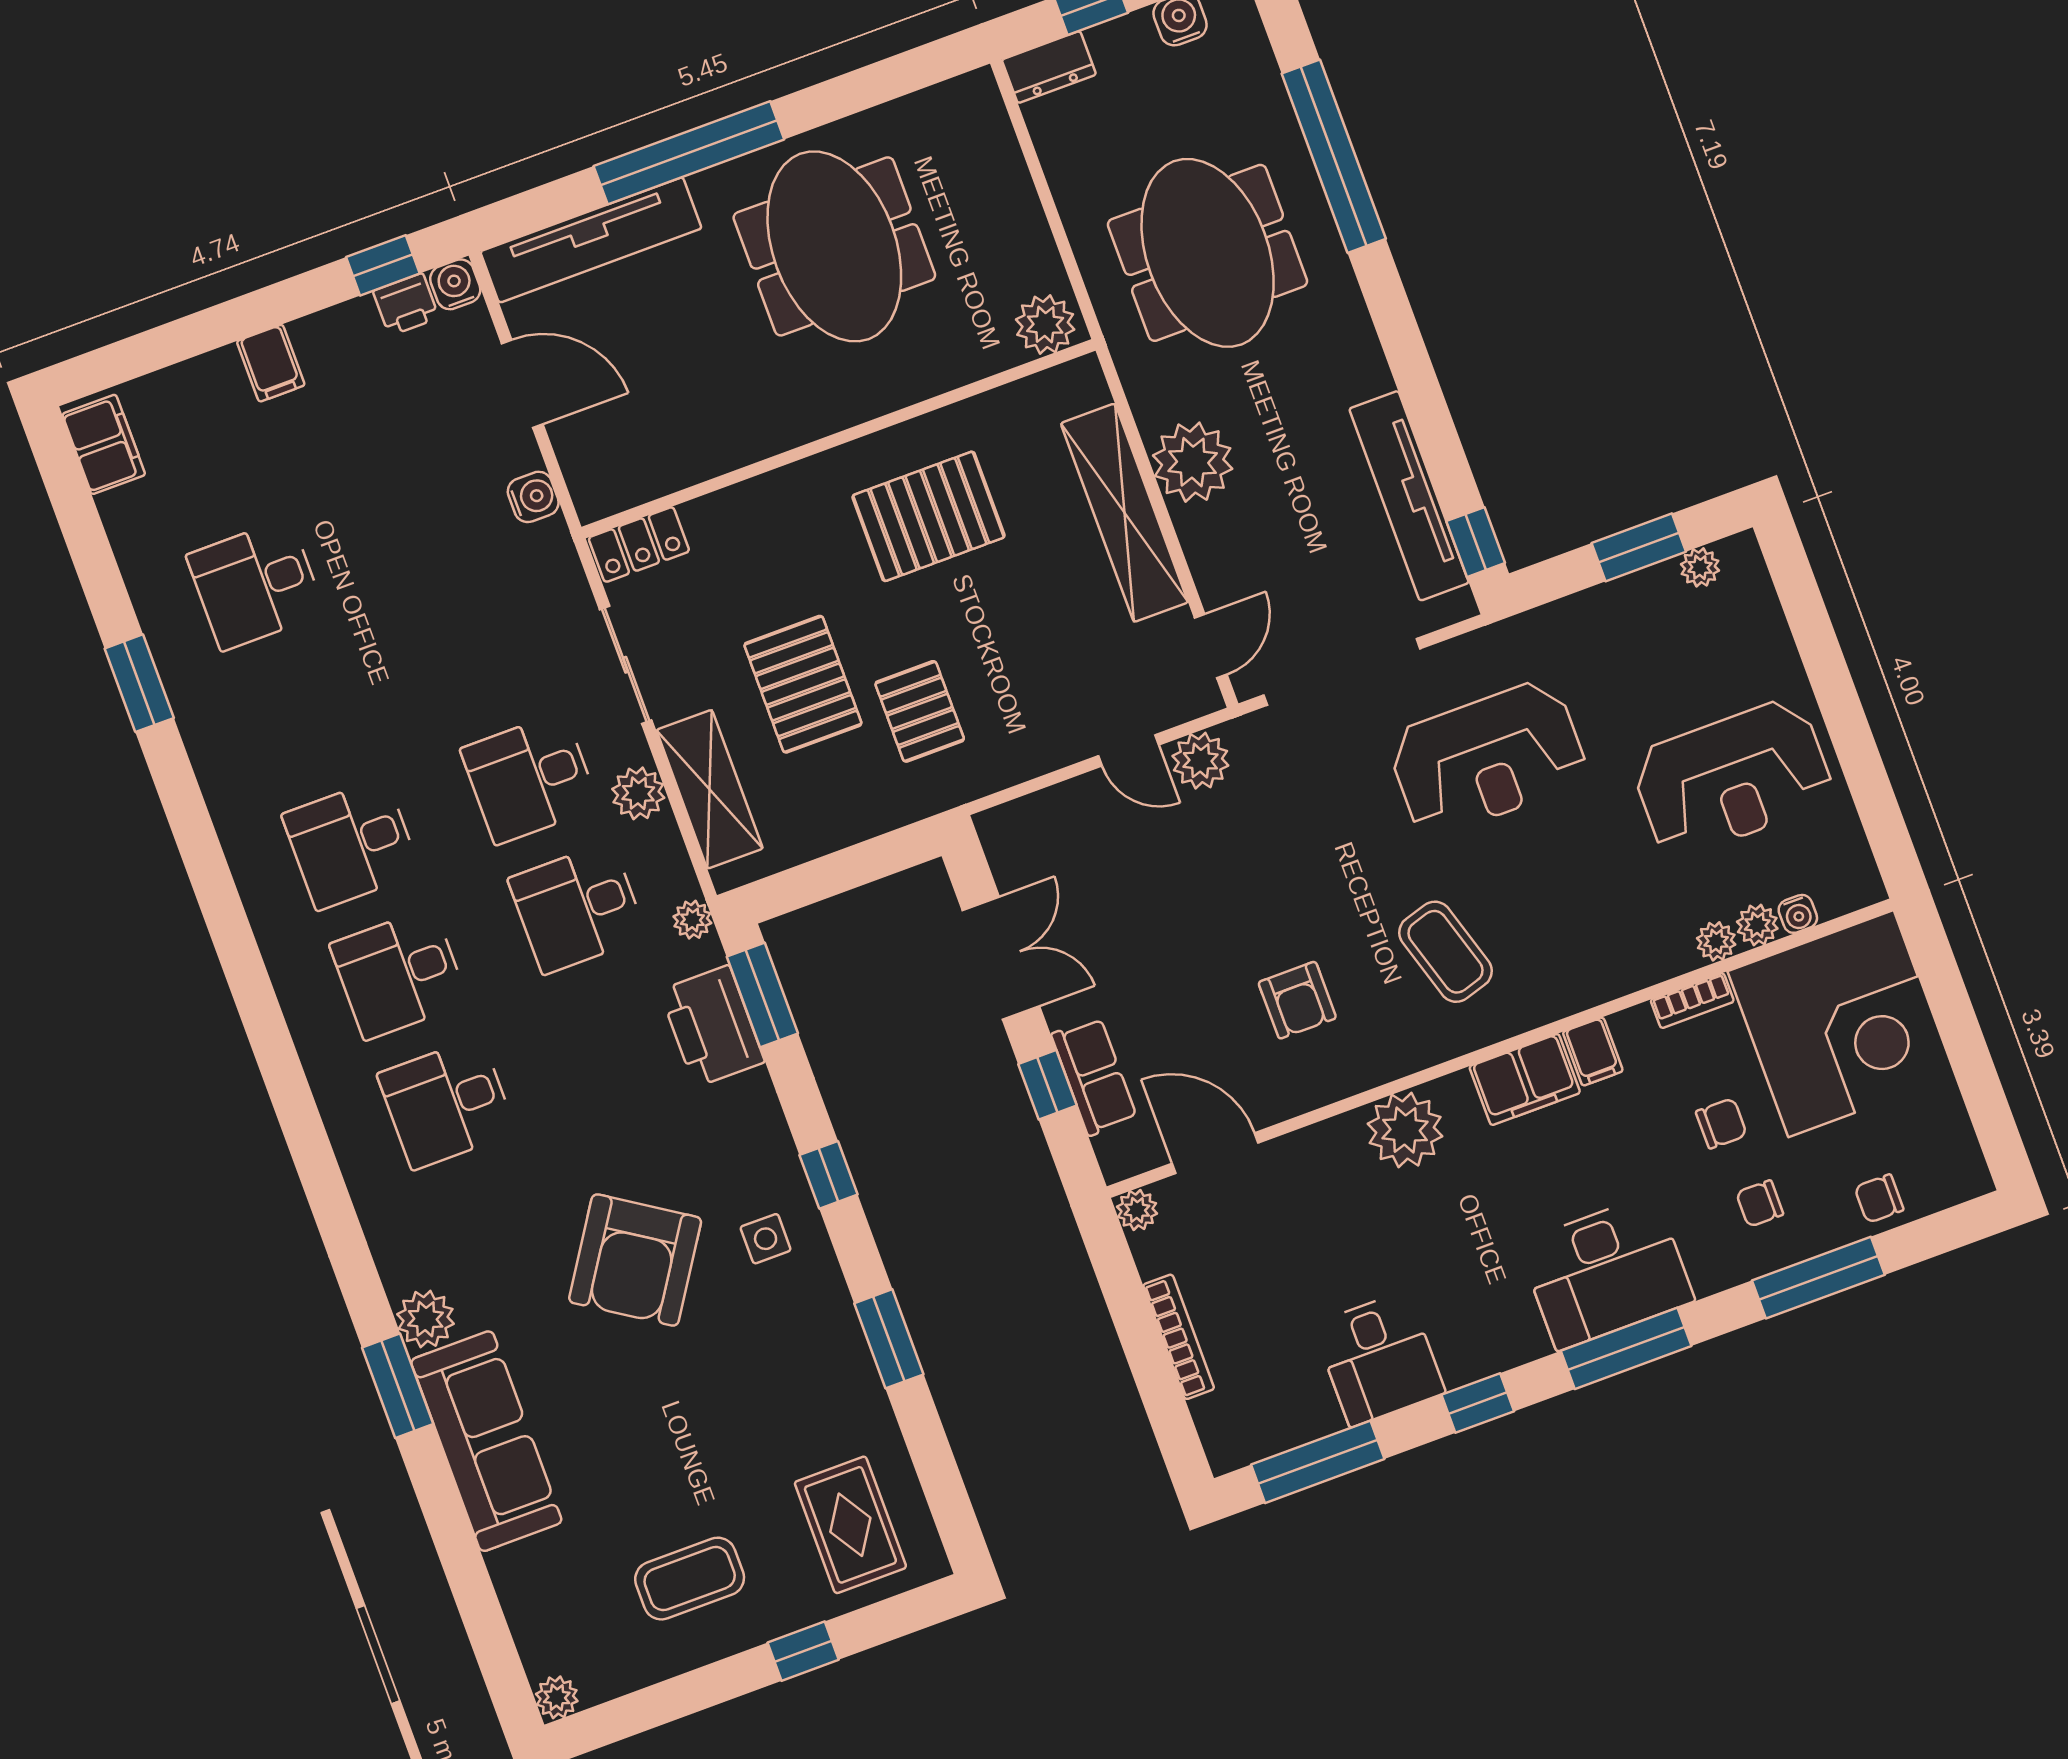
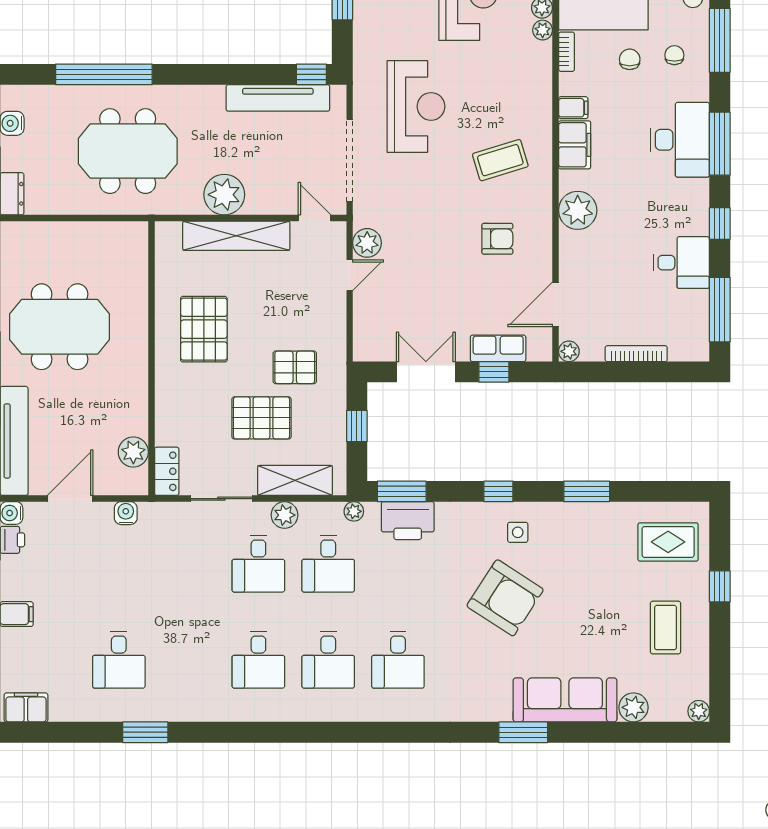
plant: (1045, 325) -> (133, 452), moved
window: (853, 867) -> (357, 426), added
chair: (1760, 1204) -> (674, 55), turned 180
plant: (426, 1319) -> (633, 707), moved

